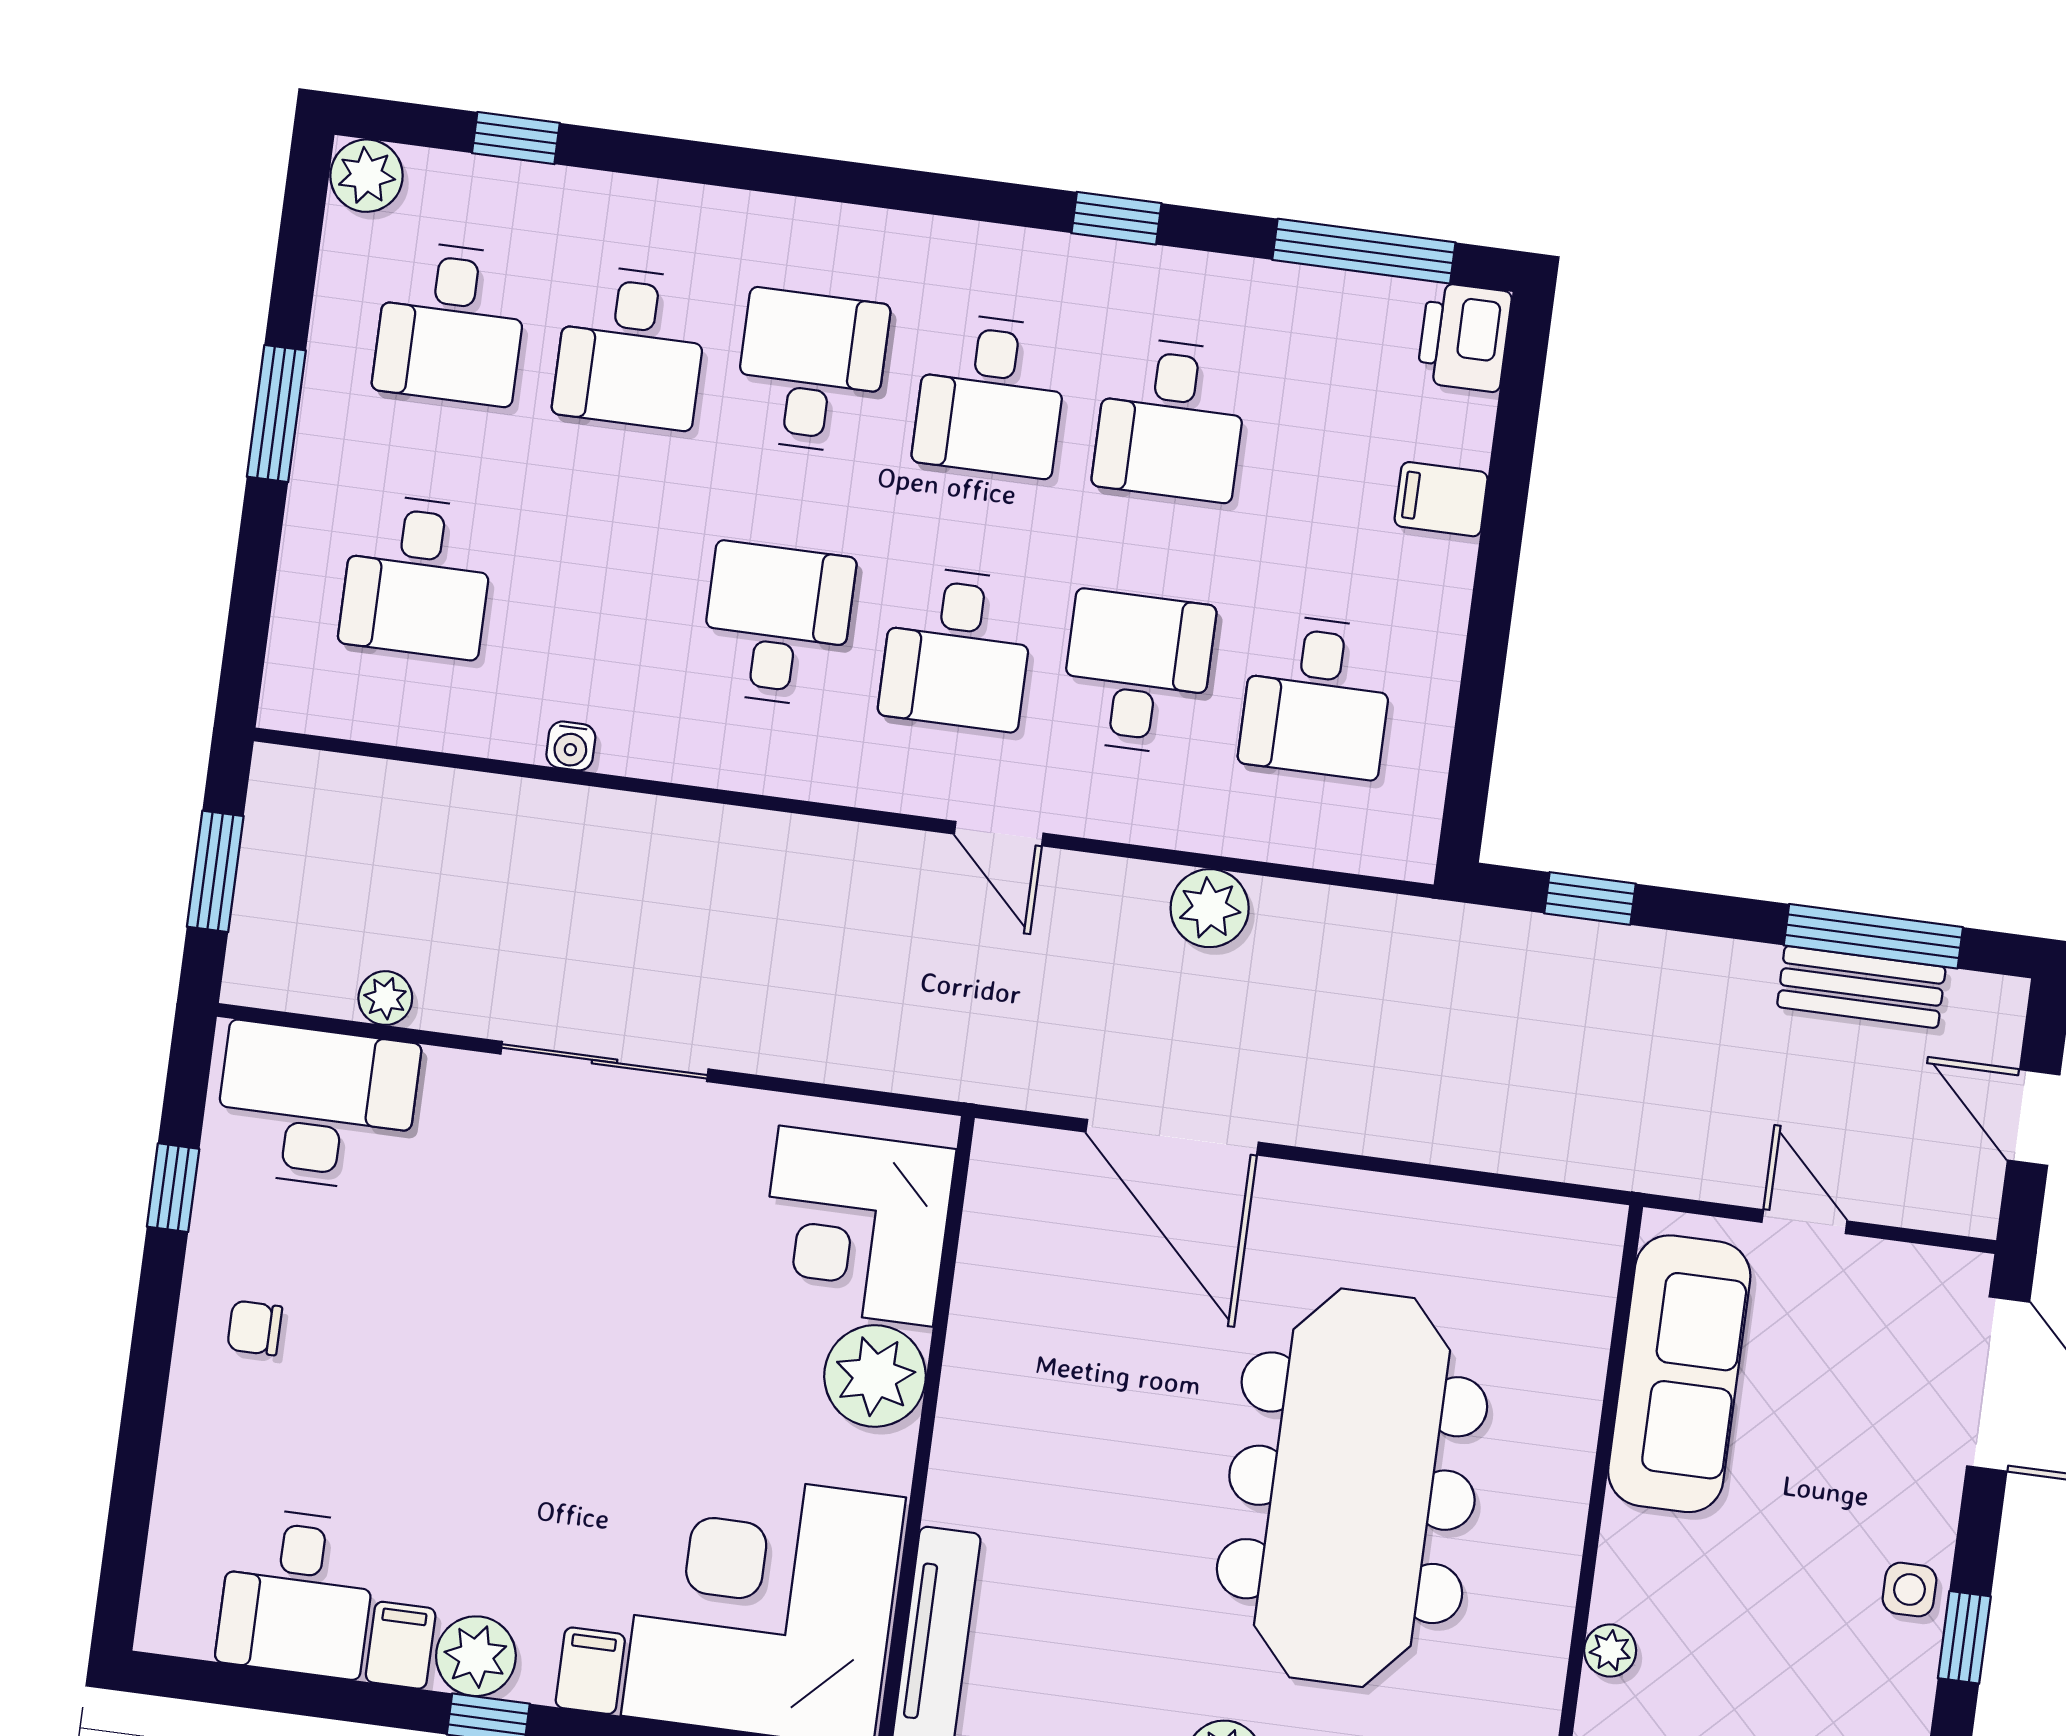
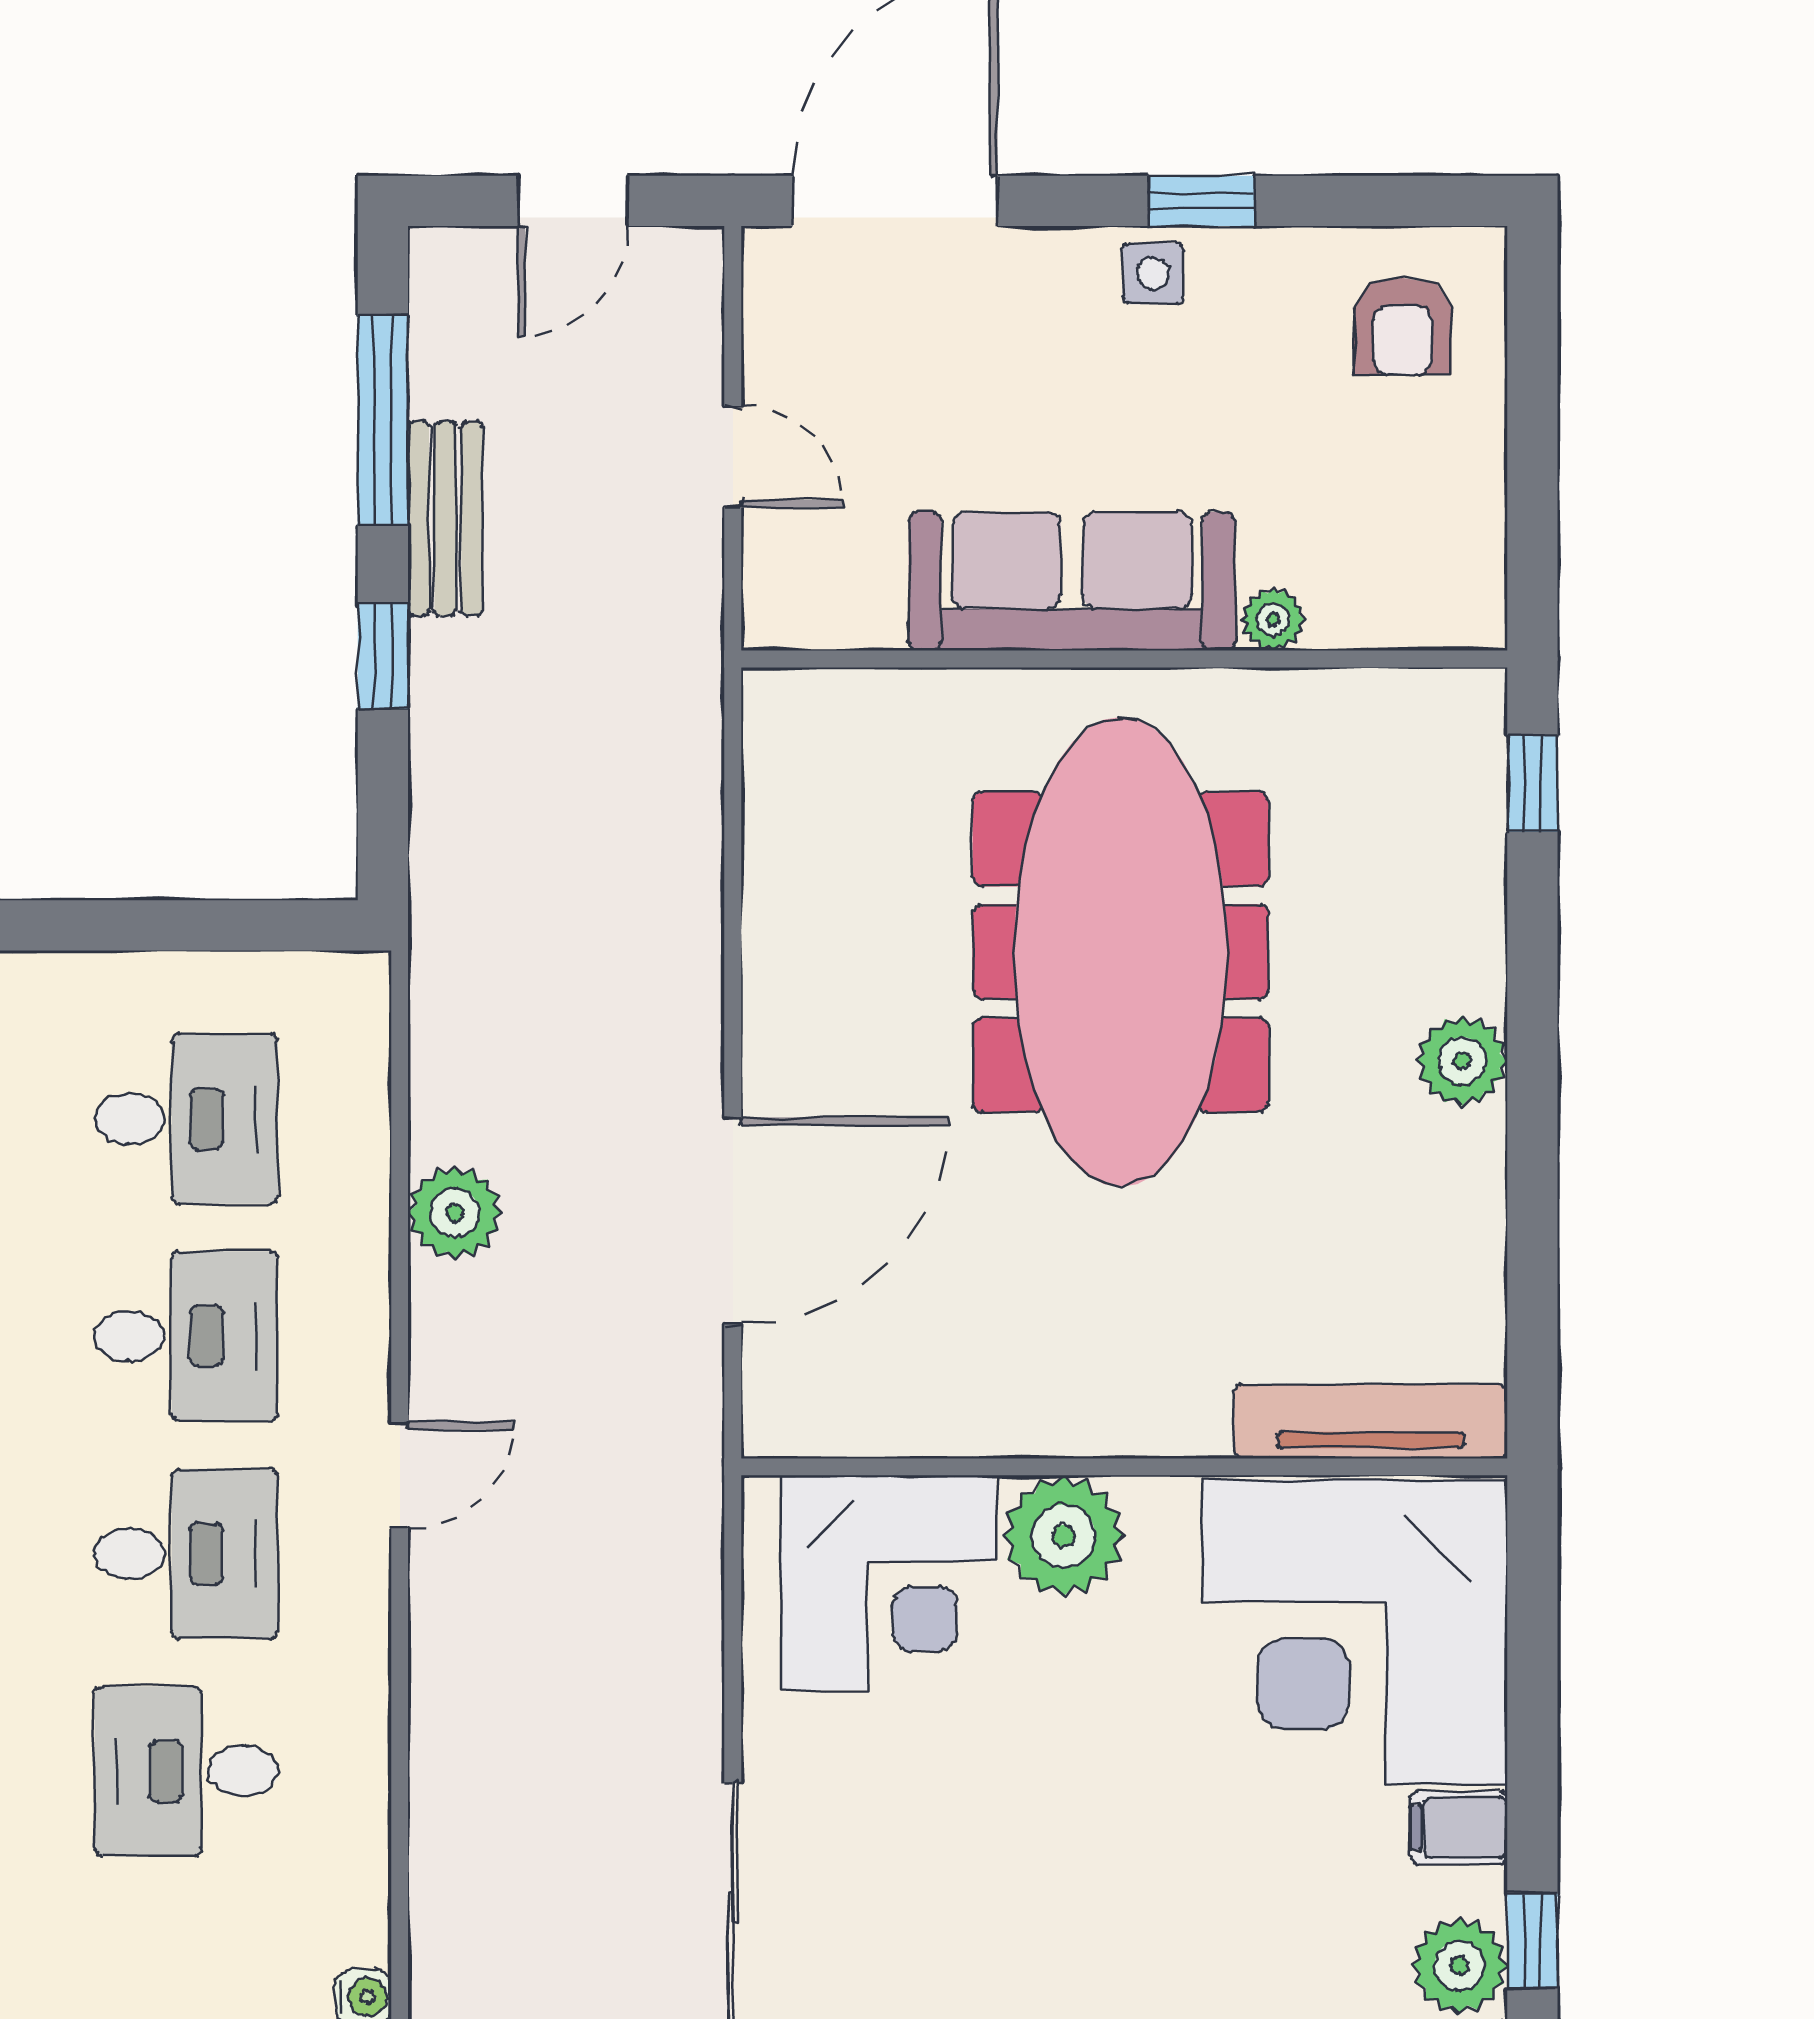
desk: (1137, 672) -> (186, 1336), turned 180
window: (1590, 898) -> (383, 656), moved
bench: (1861, 987) -> (445, 519), moved
door: (1804, 1222) -> (733, 457), swing flipped
sofa: (1679, 1374) -> (1072, 581), moved
meeting table: (1352, 1488) -> (1121, 952), turned 90

